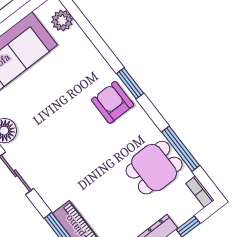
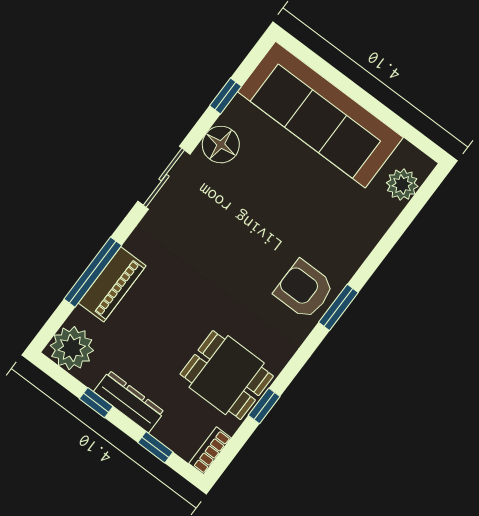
armchair: (112, 102) -> (304, 289), turned -90
window: (181, 149) -> (264, 406), width x0.46

